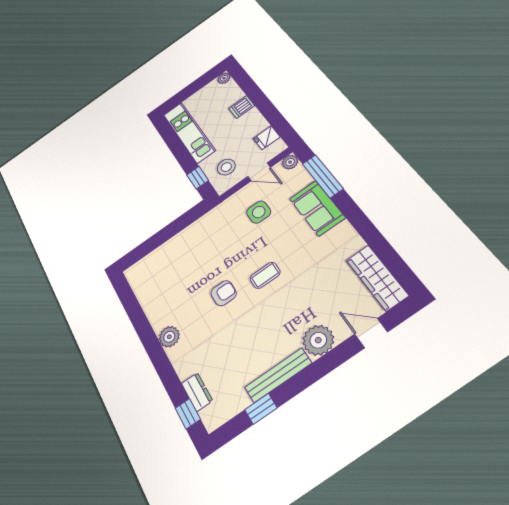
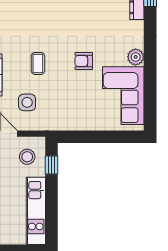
coffee table: (265, 275) -> (38, 63), moved, turned 90
corner sofa: (161, 289) -> (123, 96), added

